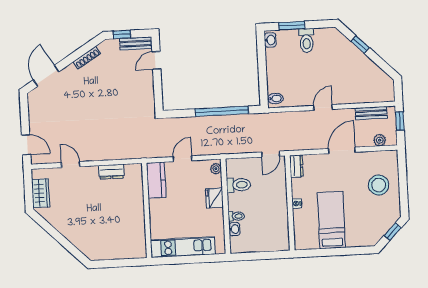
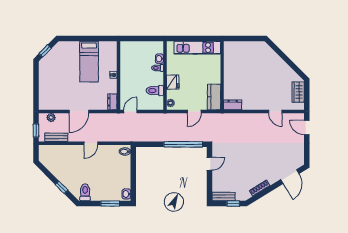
toilet: (306, 40) -> (85, 192), moved
door: (156, 60) -> (209, 164), moved
window: (222, 111) -> (183, 144), moved
dresser: (111, 172) -> (233, 105), moved
stool: (379, 185) -> (54, 85), removed

